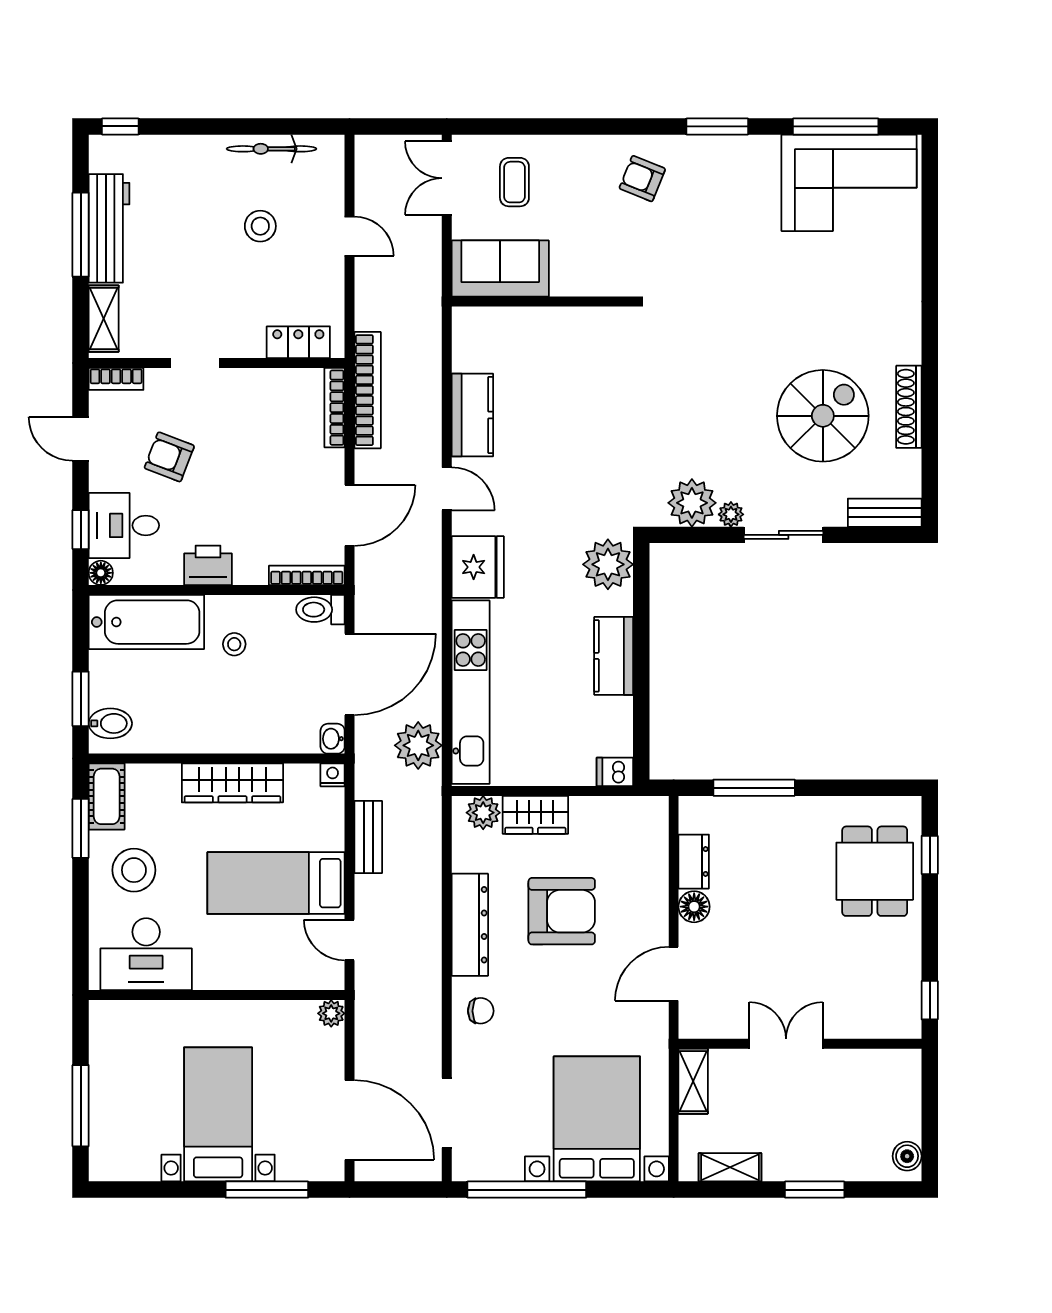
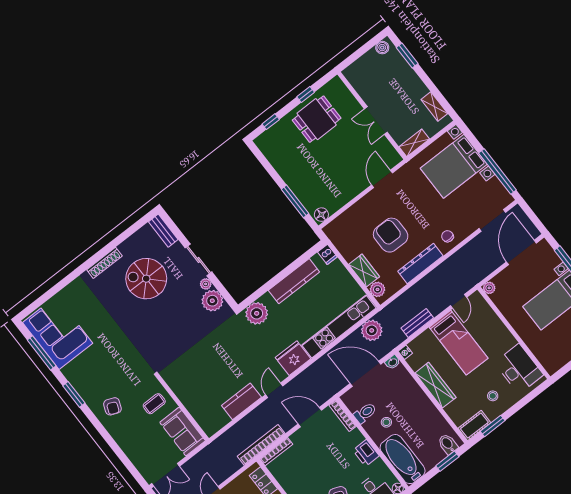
coffee table: (514, 182) -> (154, 404), moved
shoe rack: (909, 407) -> (104, 263), moved
toilet: (320, 610) -> (365, 413), moved, turned -90
kitchen counter: (614, 656) -> (294, 281), width x1.50
dresser: (694, 862) -> (337, 202), removed
stool: (134, 870) -> (493, 396), width x0.53, depth x0.53
dining table: (875, 871) -> (317, 119), moved
floor lamp: (694, 907) -> (321, 215), moved
door: (674, 974) -> (382, 179), swing flipped
window: (930, 1000) -> (306, 95), moved
window: (815, 1190) -> (407, 55), moved

